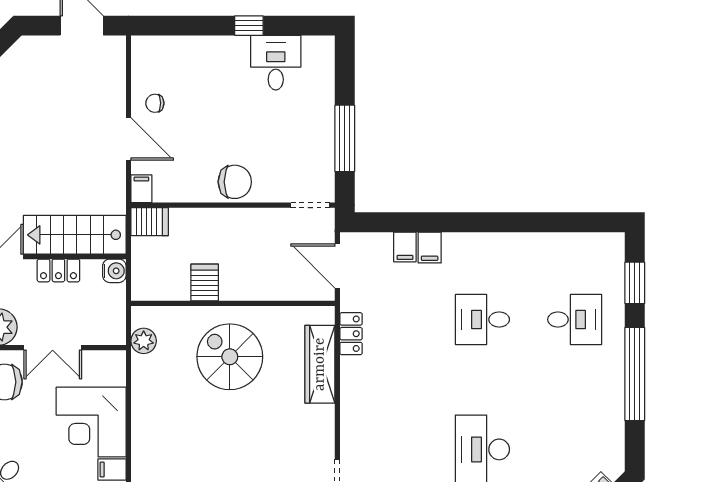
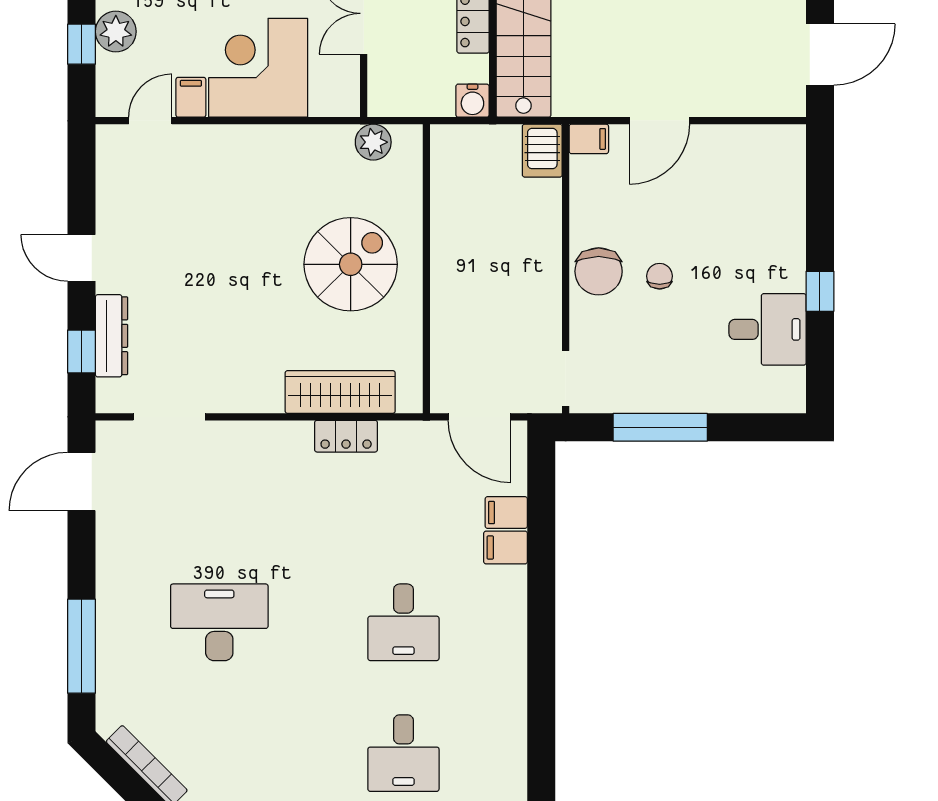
chair: (155, 103) -> (660, 276), moved
door: (337, 266) -> (479, 417), swing flipped
server rack: (205, 283) -> (456, 229), removed
desk: (482, 319) -> (403, 622), turned 180
locker: (351, 334) -> (346, 436), moved

